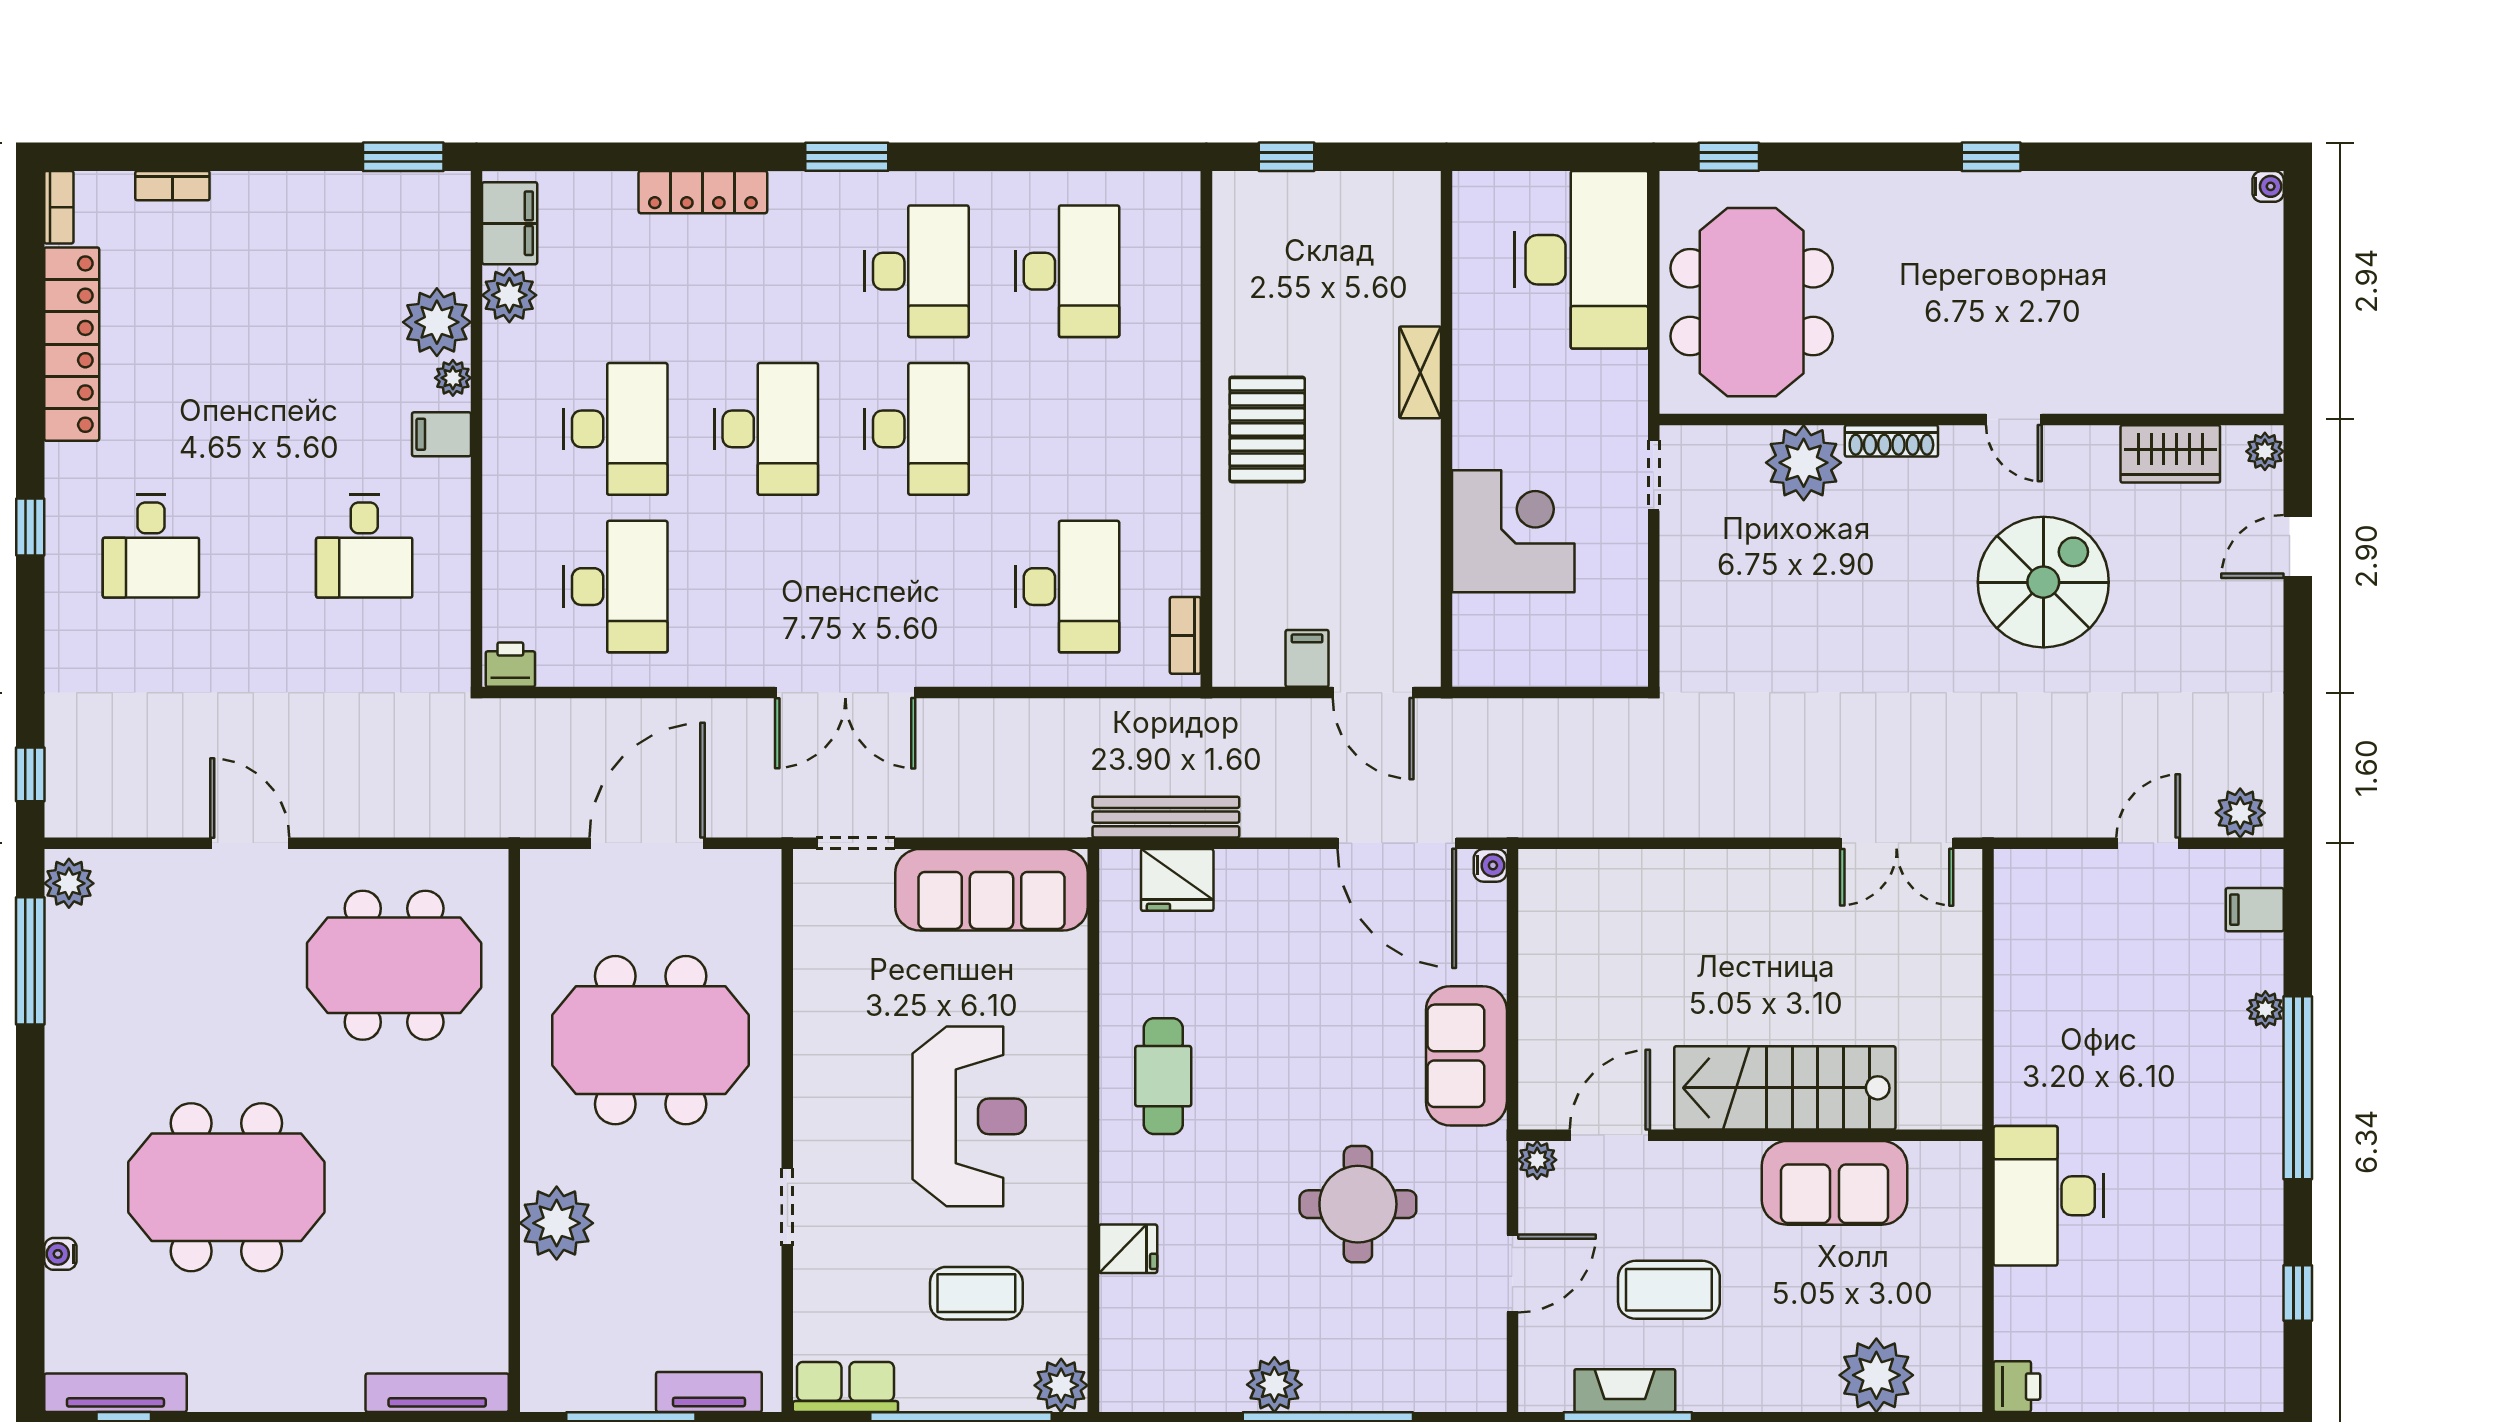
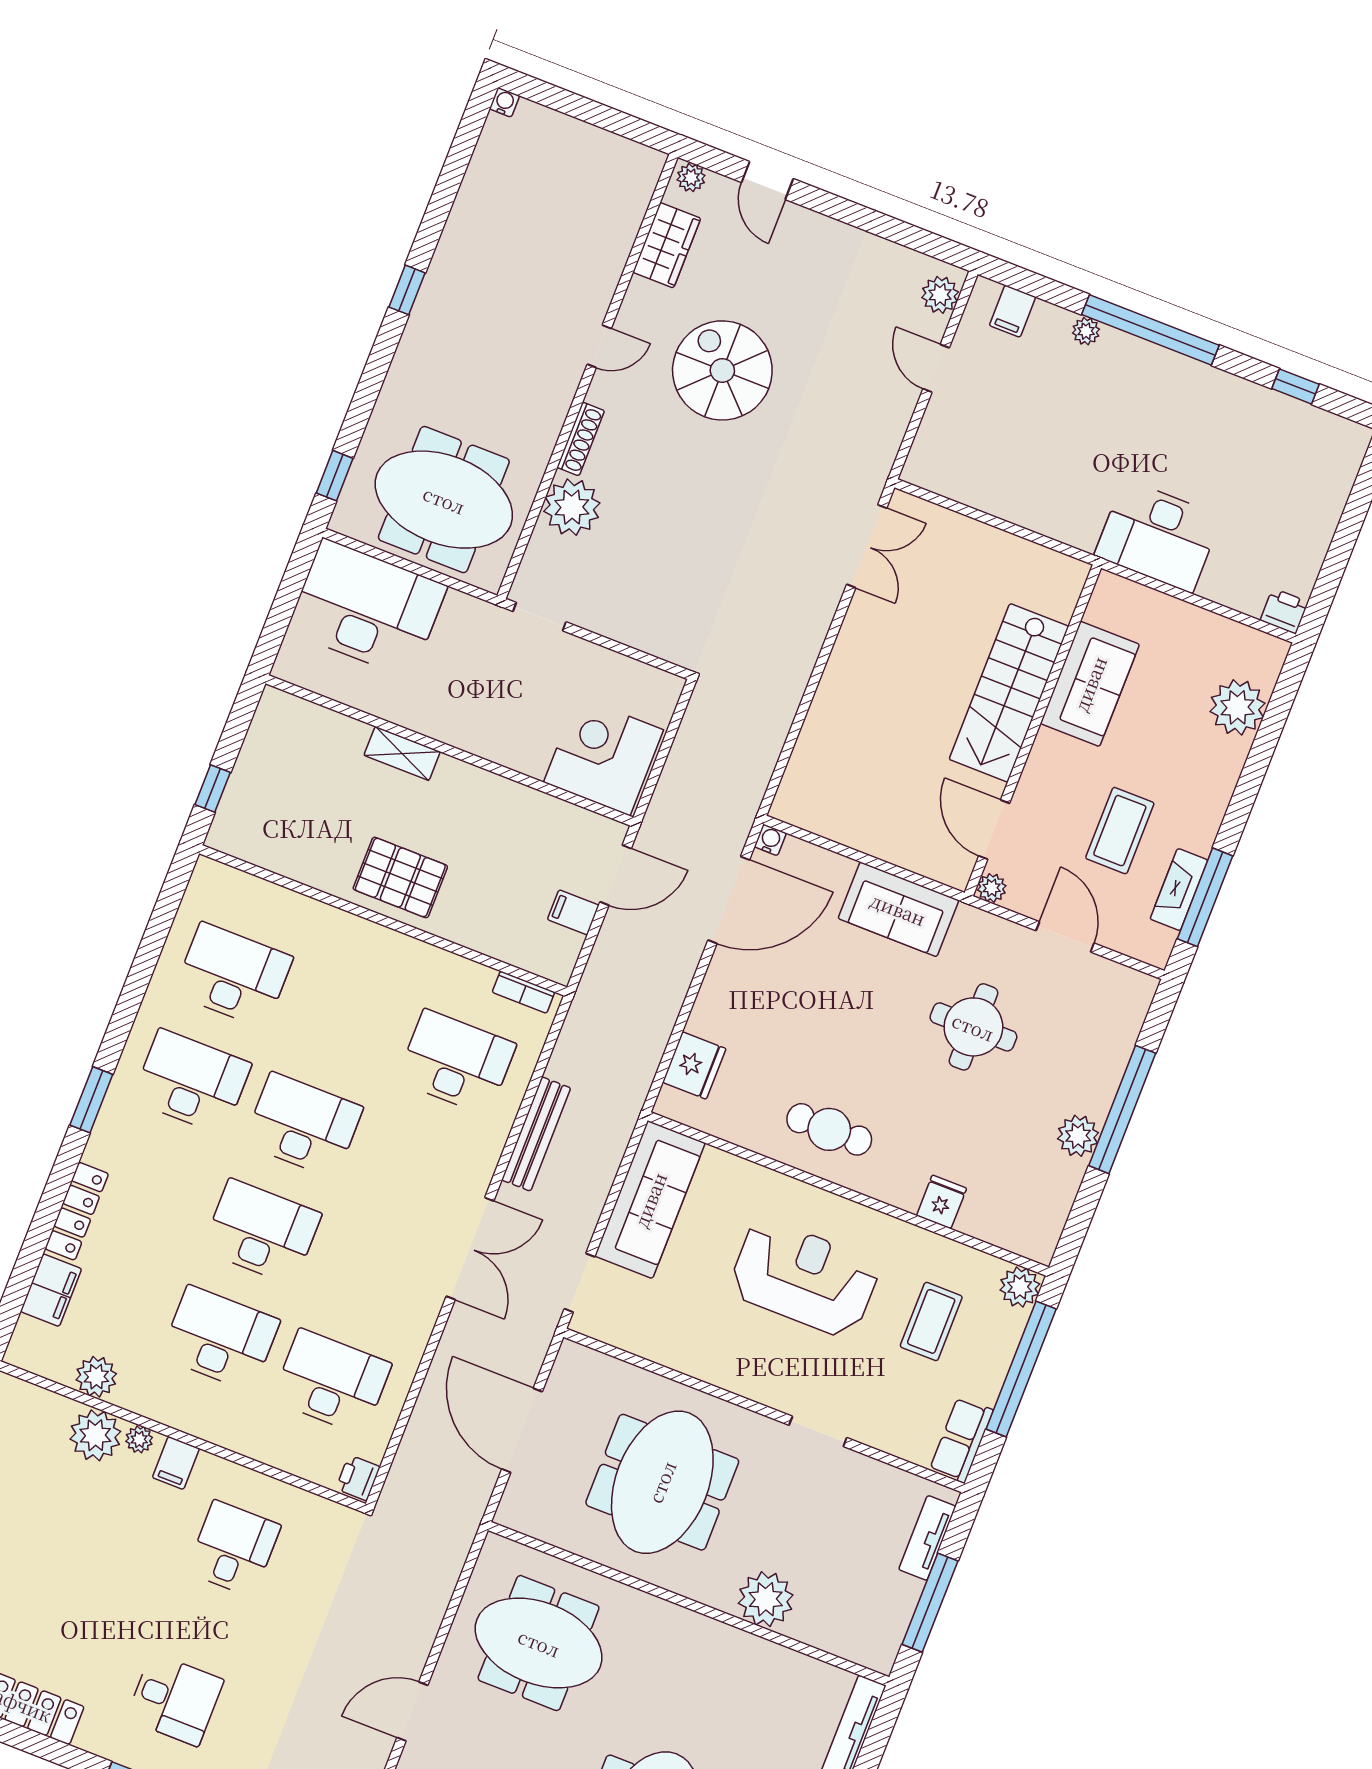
filing cabinet: (510, 223) -> (51, 1290), moved, turned 90
corner desk: (1513, 531) -> (603, 756), moved
desk: (364, 546) -> (234, 1548), turned -90
bench: (1166, 817) -> (536, 1134), moved
meeting table: (394, 965) -> (539, 1643), turned 90

